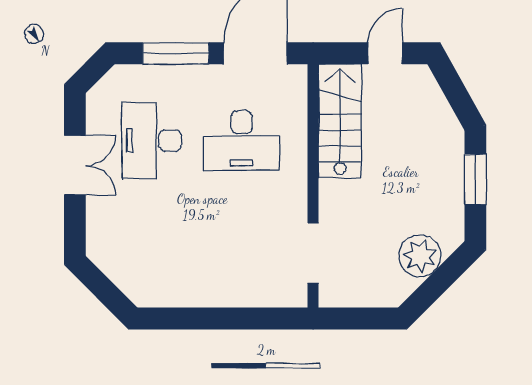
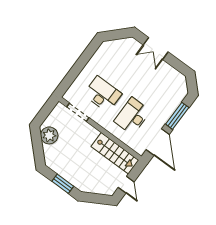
desk: (152, 141) -> (103, 94), moved
double door: (75, 165) -> (156, 48), moved
plant: (420, 256) -> (49, 135), moved

